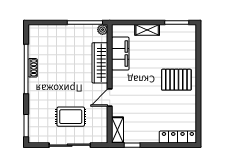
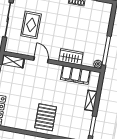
wardrobe: (100, 63) -> (71, 57), width x0.67

